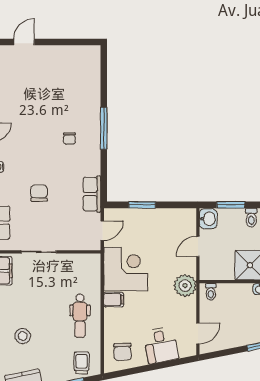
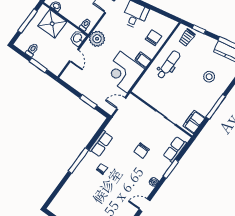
row of seats: (92, 194) -> (101, 144), moved
washbasin: (208, 219) -> (78, 38), moved
door: (198, 246) -> (74, 56), hinge flipped
chair: (123, 352) -> (154, 38), moved

